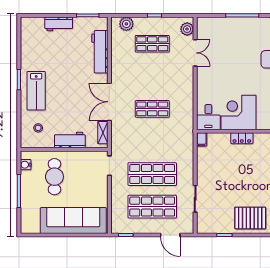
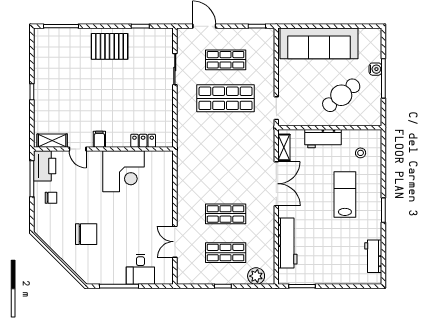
workbench: (59, 24) -> (373, 256), moved, turned -90
plant: (187, 29) -> (184, 270), removed
lab bench: (36, 91) -> (345, 194), moved
shop shelf: (152, 109) -> (226, 214), moved
desk: (208, 117) -> (140, 269), moved, turned 180
locker: (242, 138) -> (143, 141), moved
filing cabinet: (202, 139) -> (99, 139), moved
water cooler: (26, 165) -> (375, 69), moved
cafe table: (54, 177) -> (341, 95), turned 51
shop shelf: (152, 207) -> (226, 60), width x0.70, depth x0.74

